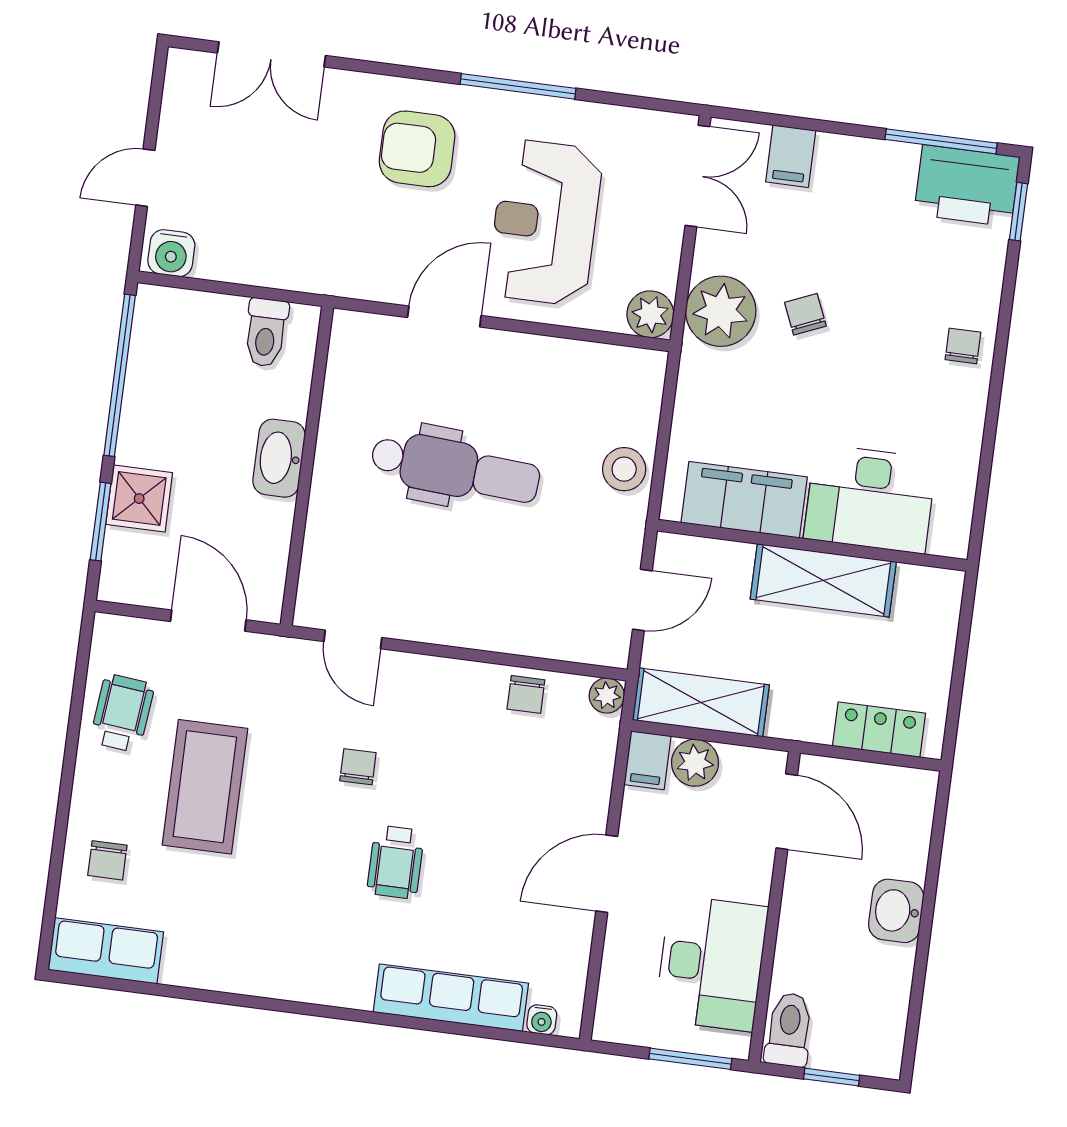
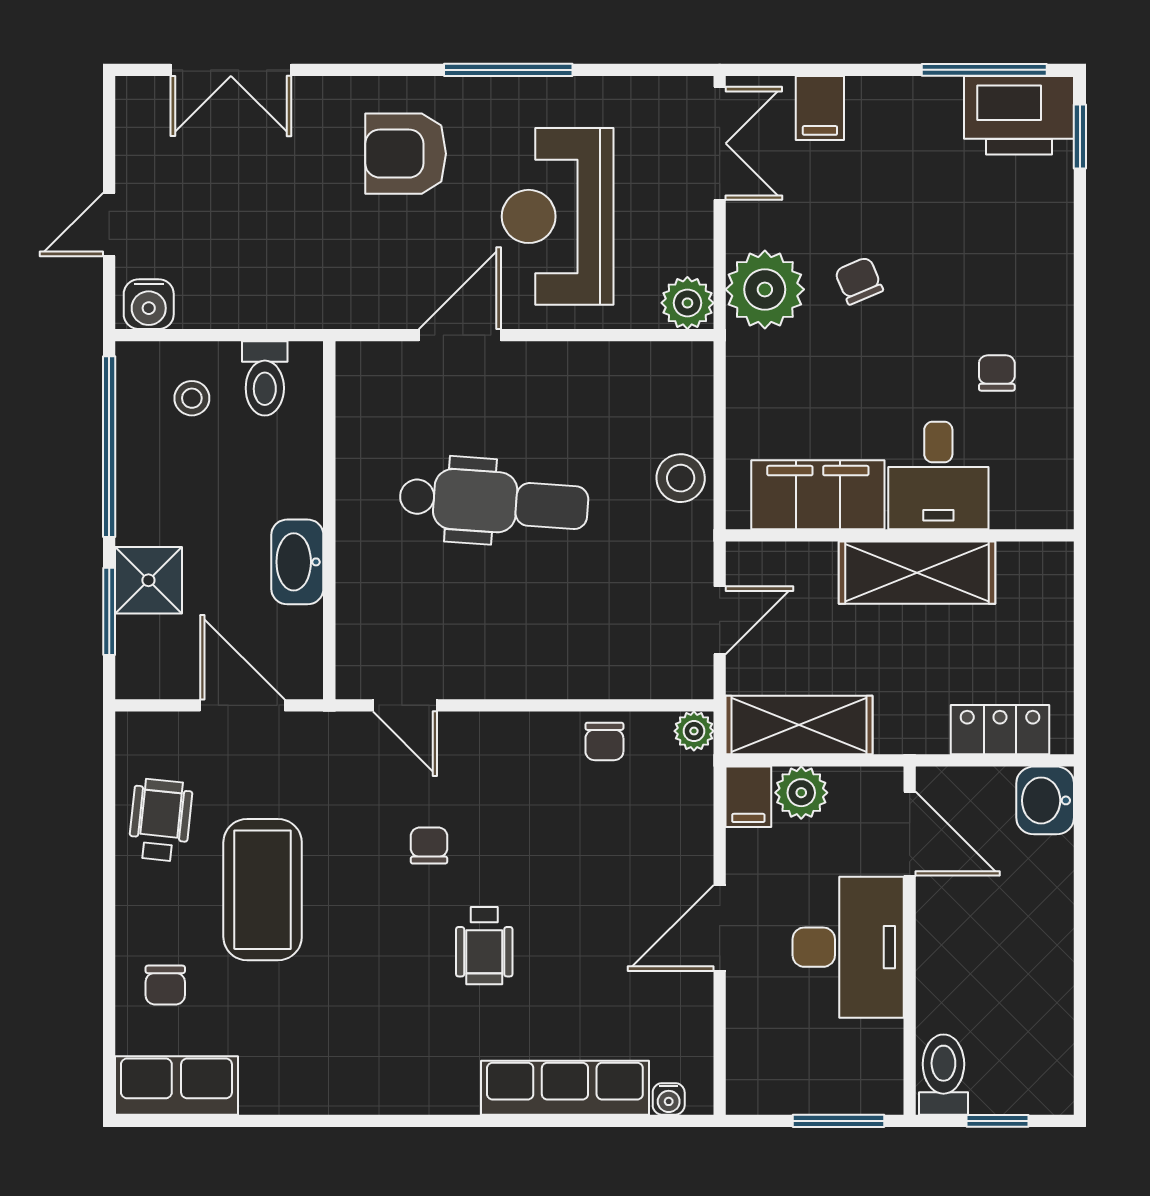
stool: (199, 342) -> (192, 398), added
chair: (963, 346) -> (997, 373), moved
washbasin: (279, 458) -> (297, 562), moved
desk: (870, 499) -> (938, 475), width x0.73
washbasin: (896, 911) -> (1045, 800), moved
desk: (711, 963) -> (848, 947), moved

